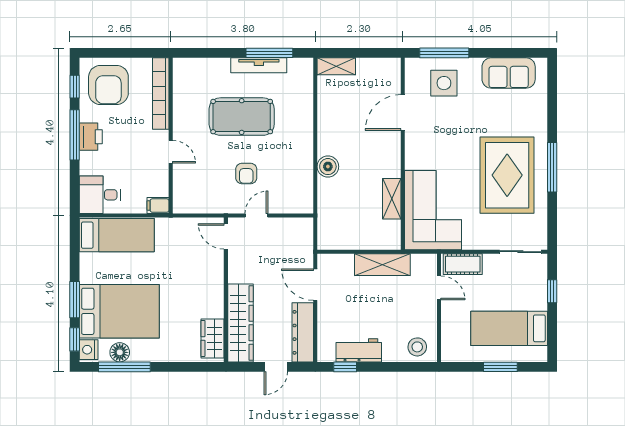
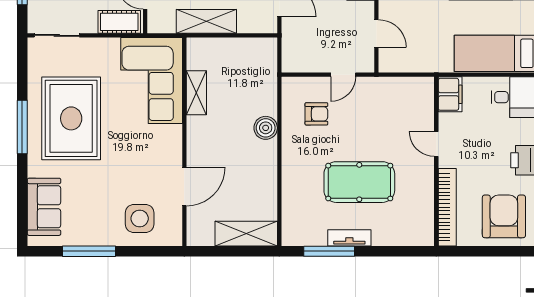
window: (444, 53) -> (89, 251), moved
tv unit: (259, 65) -> (349, 238), width x0.71
shelving: (336, 66) -> (246, 234), width x1.50, depth x1.33
sofa: (509, 73) -> (44, 207), moved, turned 90
armchair: (246, 173) -> (316, 114), moved, turned 90
filing cabinet: (158, 206) -> (450, 94), width x2.00
door: (226, 236) -> (376, 34), moved

